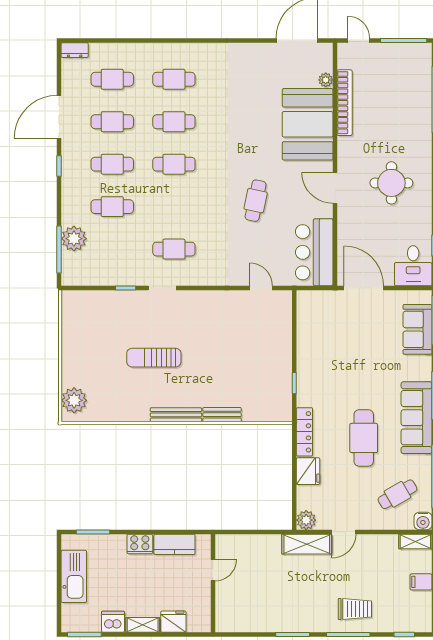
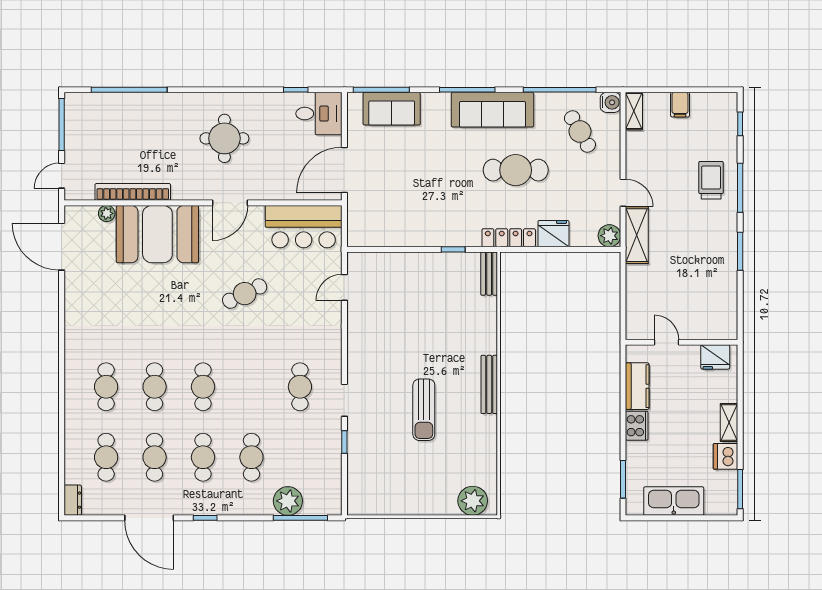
cafe table: (256, 201) -> (245, 294), turned -38
bench: (222, 415) -> (489, 274), moved
fridge: (173, 622) -> (715, 357), moved, turned -90

